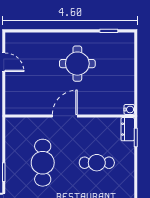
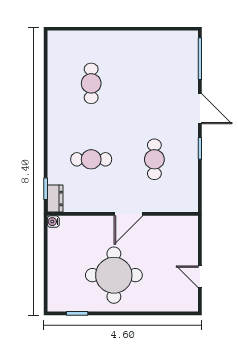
round table: (77, 64) -> (114, 275), width x1.36, depth x1.36
cafe table: (43, 163) -> (154, 159), width x0.73, depth x0.74

